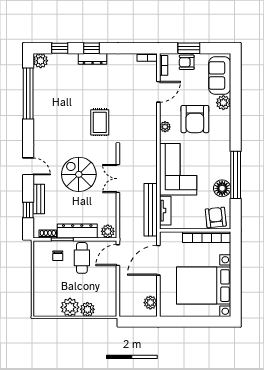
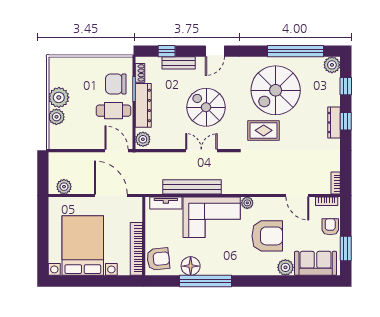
window: (189, 48) -> (346, 249), moved
spiral stairs: (63, 112) -> (276, 90), added
armchair: (195, 119) -> (267, 236), turned 180
plant: (165, 127) -> (247, 203), moved
spiral stairs: (79, 174) -> (206, 107), turned -90
bench: (151, 210) -> (192, 187), moved
chair: (58, 256) -> (116, 84), width x1.87, depth x1.87

